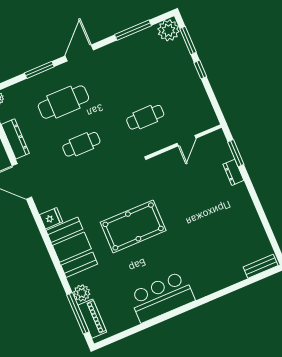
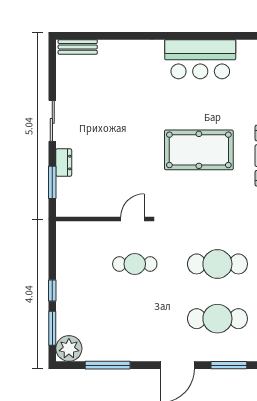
door: (187, 141) -> (132, 219), moved
cafe table: (81, 144) -> (217, 264), width x1.37, depth x1.35
sliding door: (256, 201) -> (52, 121), added

